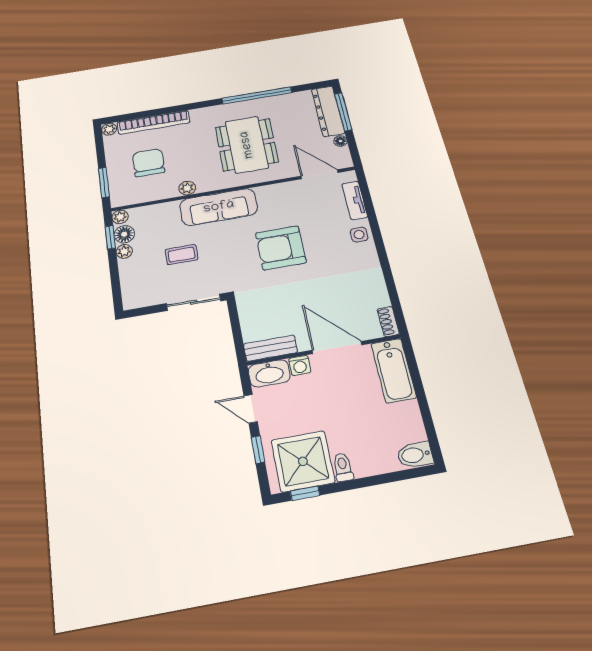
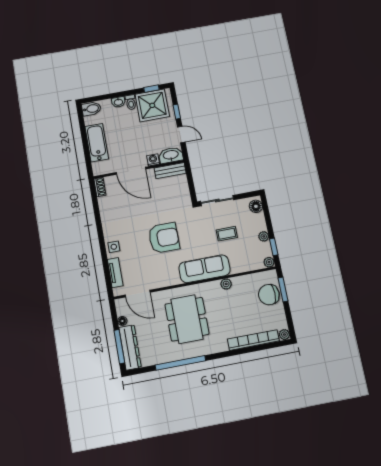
chair: (149, 163) -> (269, 295), moved, turned 90
floor lamp: (124, 234) -> (256, 206), moved
bathtub: (394, 370) -> (97, 143), moved
washbasin: (366, 468) -> (118, 102), added

